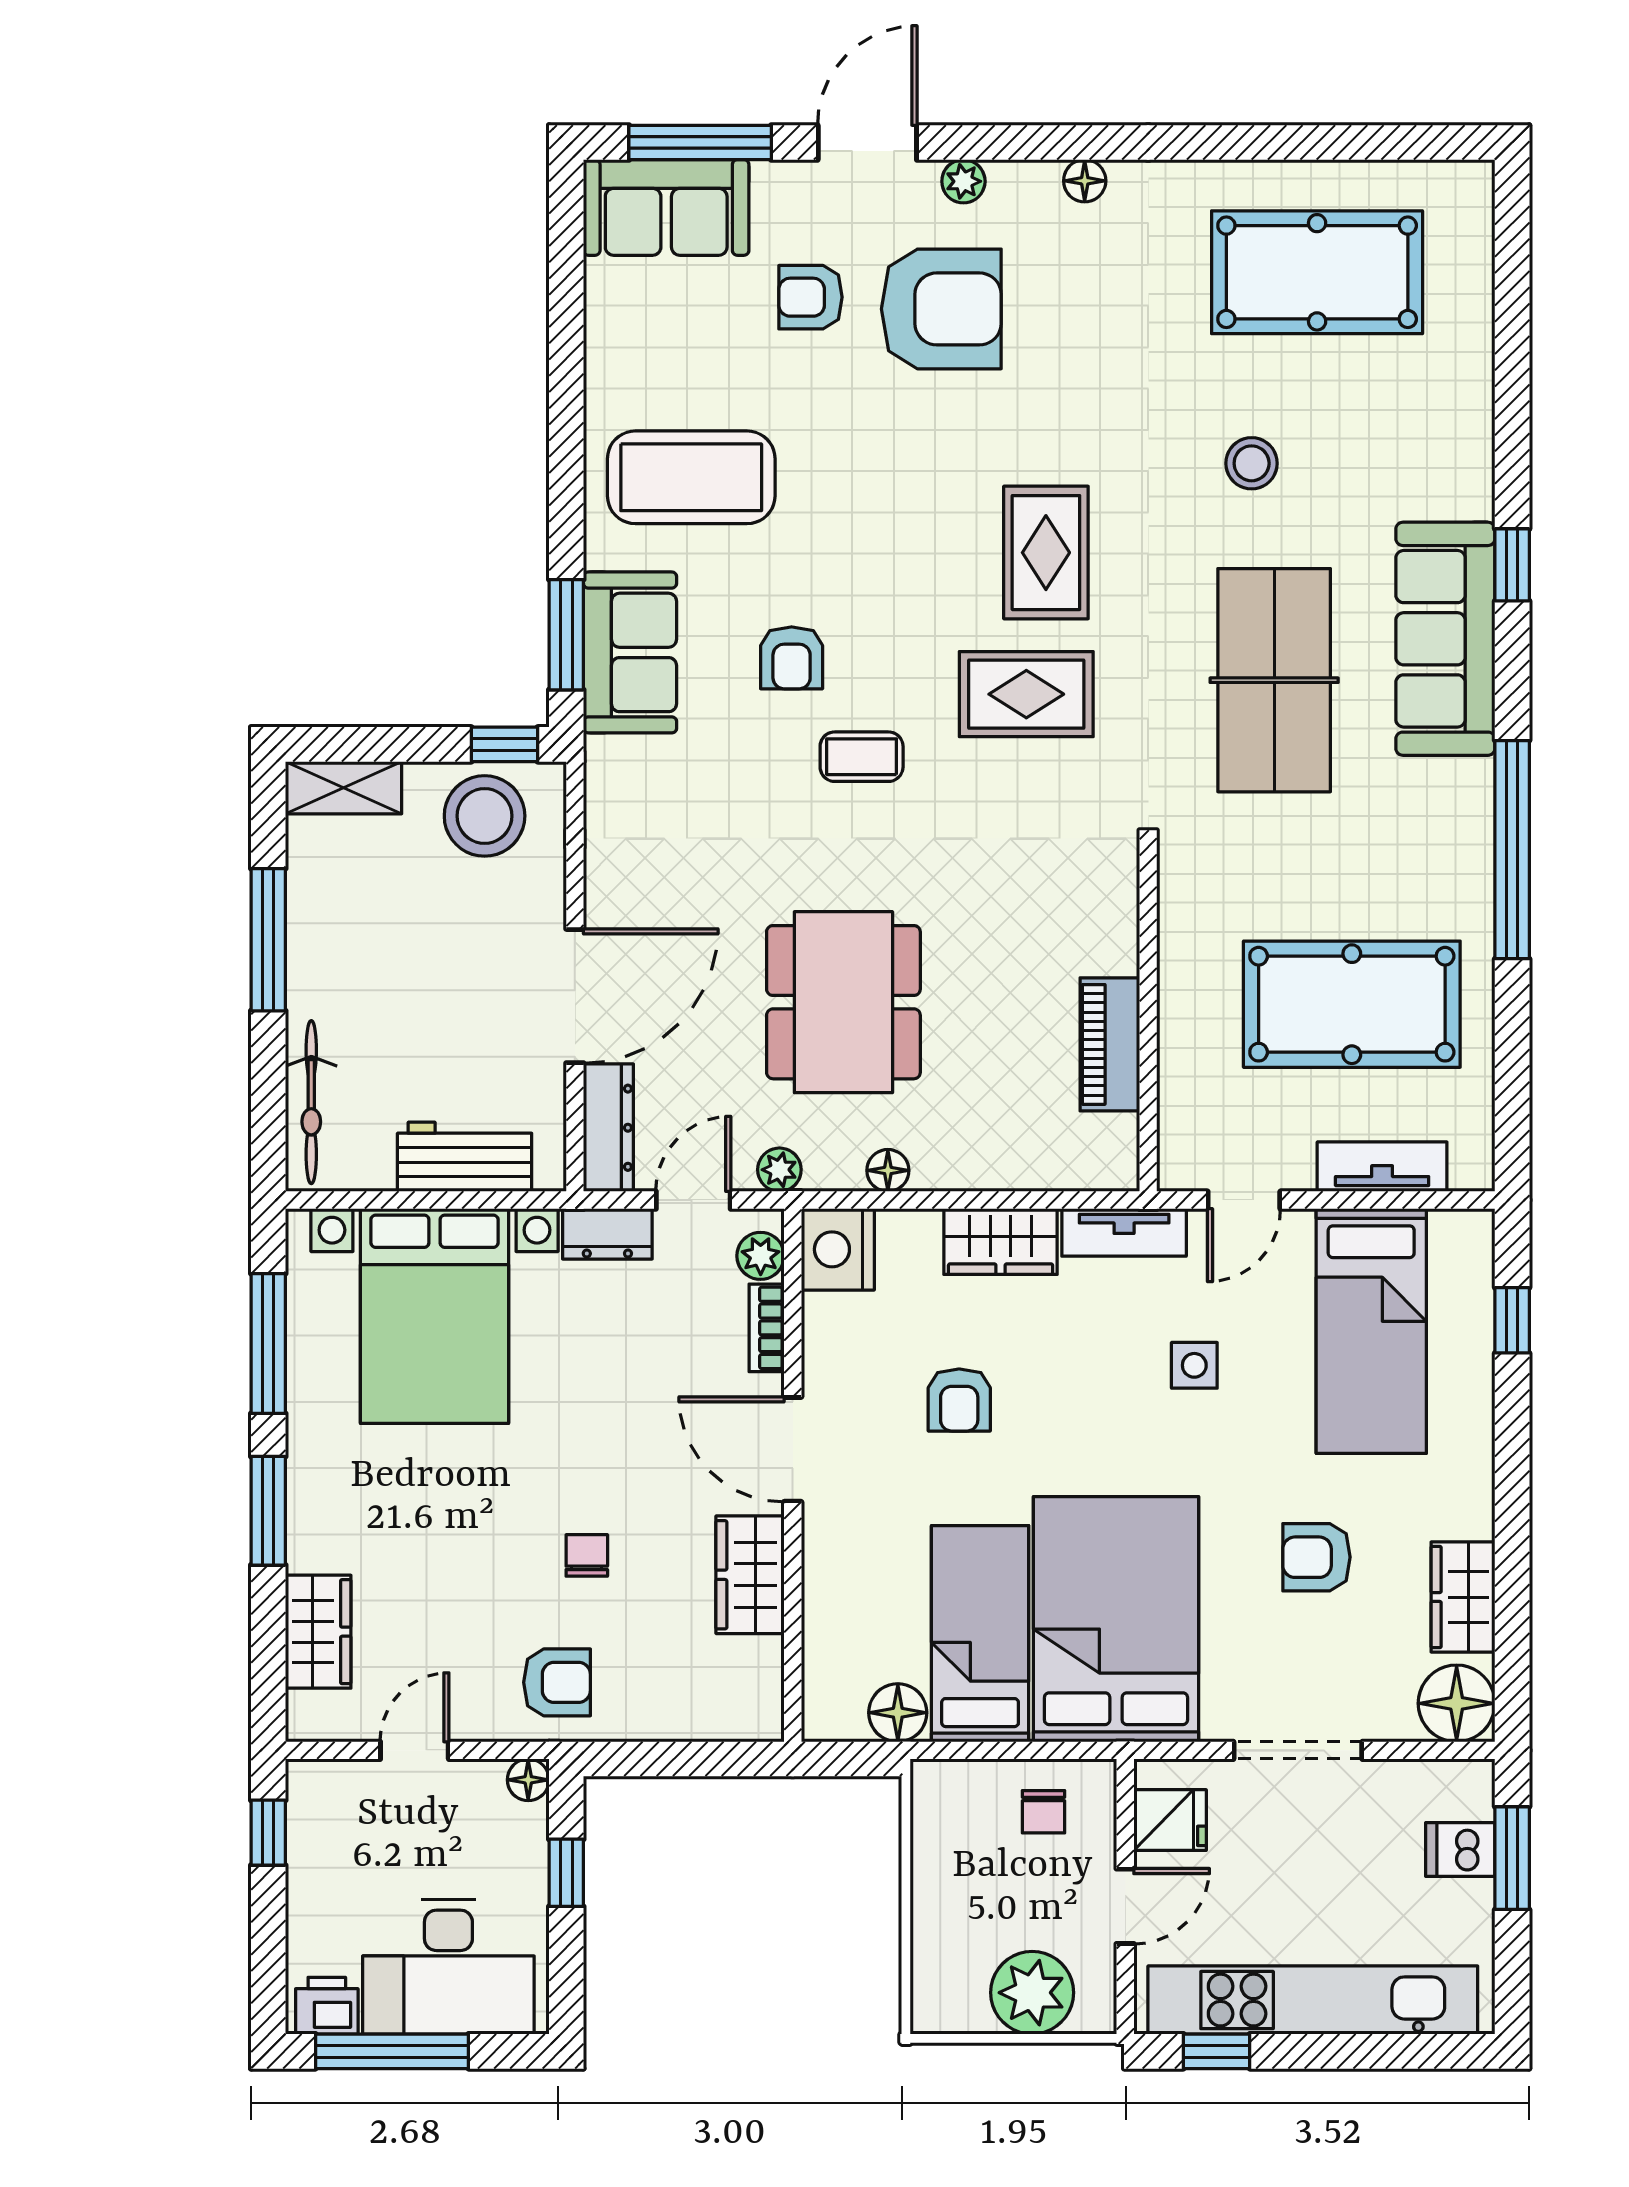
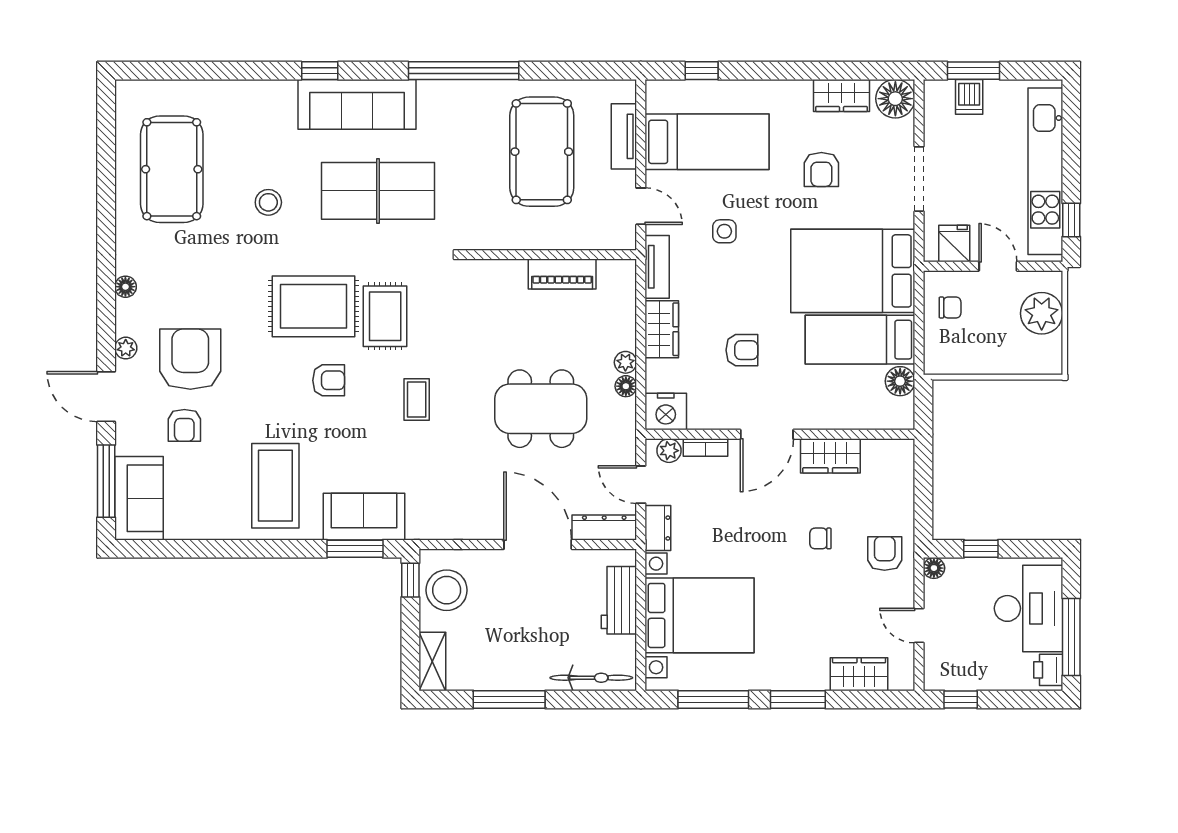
rug: (1046, 553) -> (313, 306), width x1.36, depth x1.43
armchair: (792, 658) -> (329, 380), moved
plant: (779, 1170) -> (625, 362), moved

